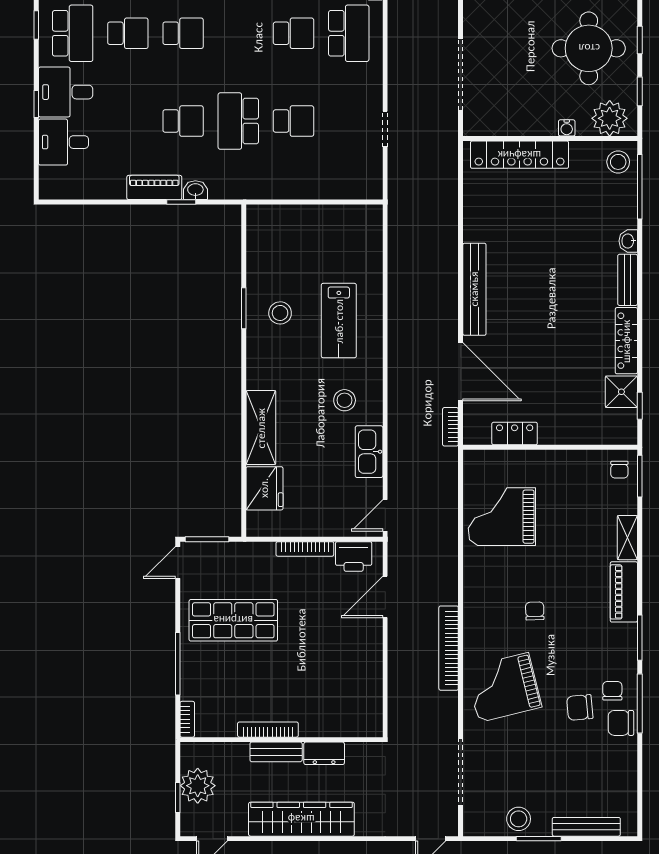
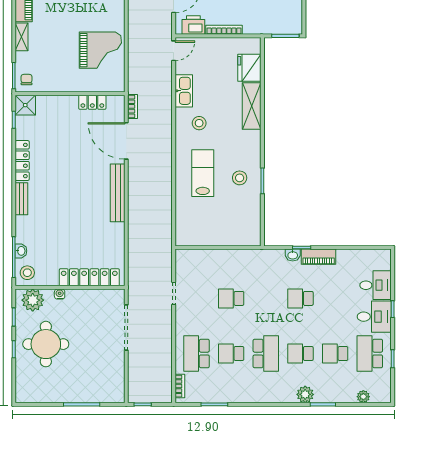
school desk: (238, 121) -> (266, 354), moved
washbasin: (628, 241) -> (21, 251), moved
shower: (621, 392) -> (25, 105), moved
door: (178, 562) -> (304, 21), removed

